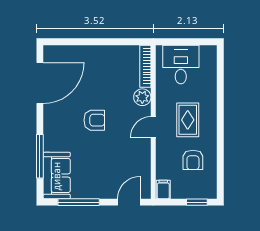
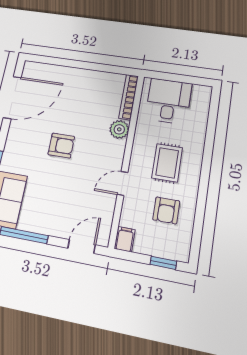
door: (153, 127) -> (122, 183), moved

